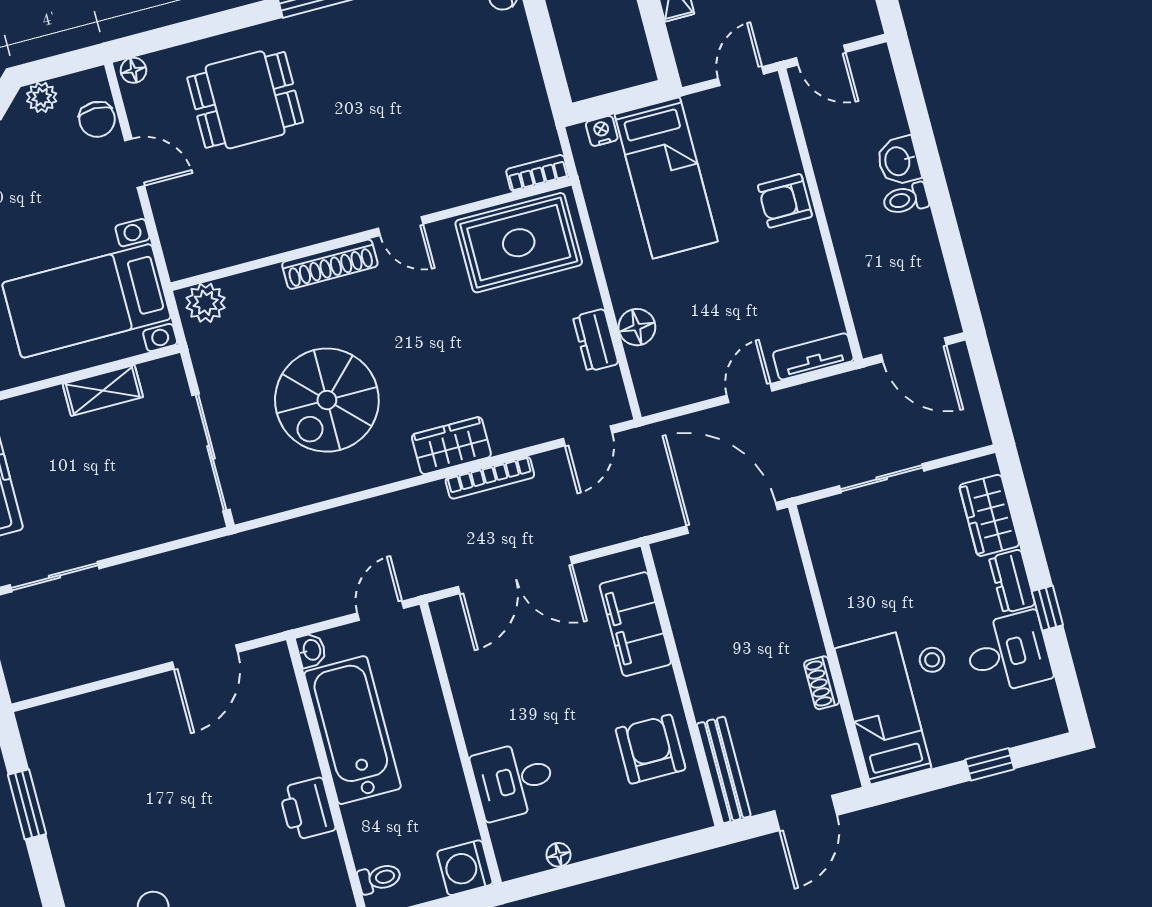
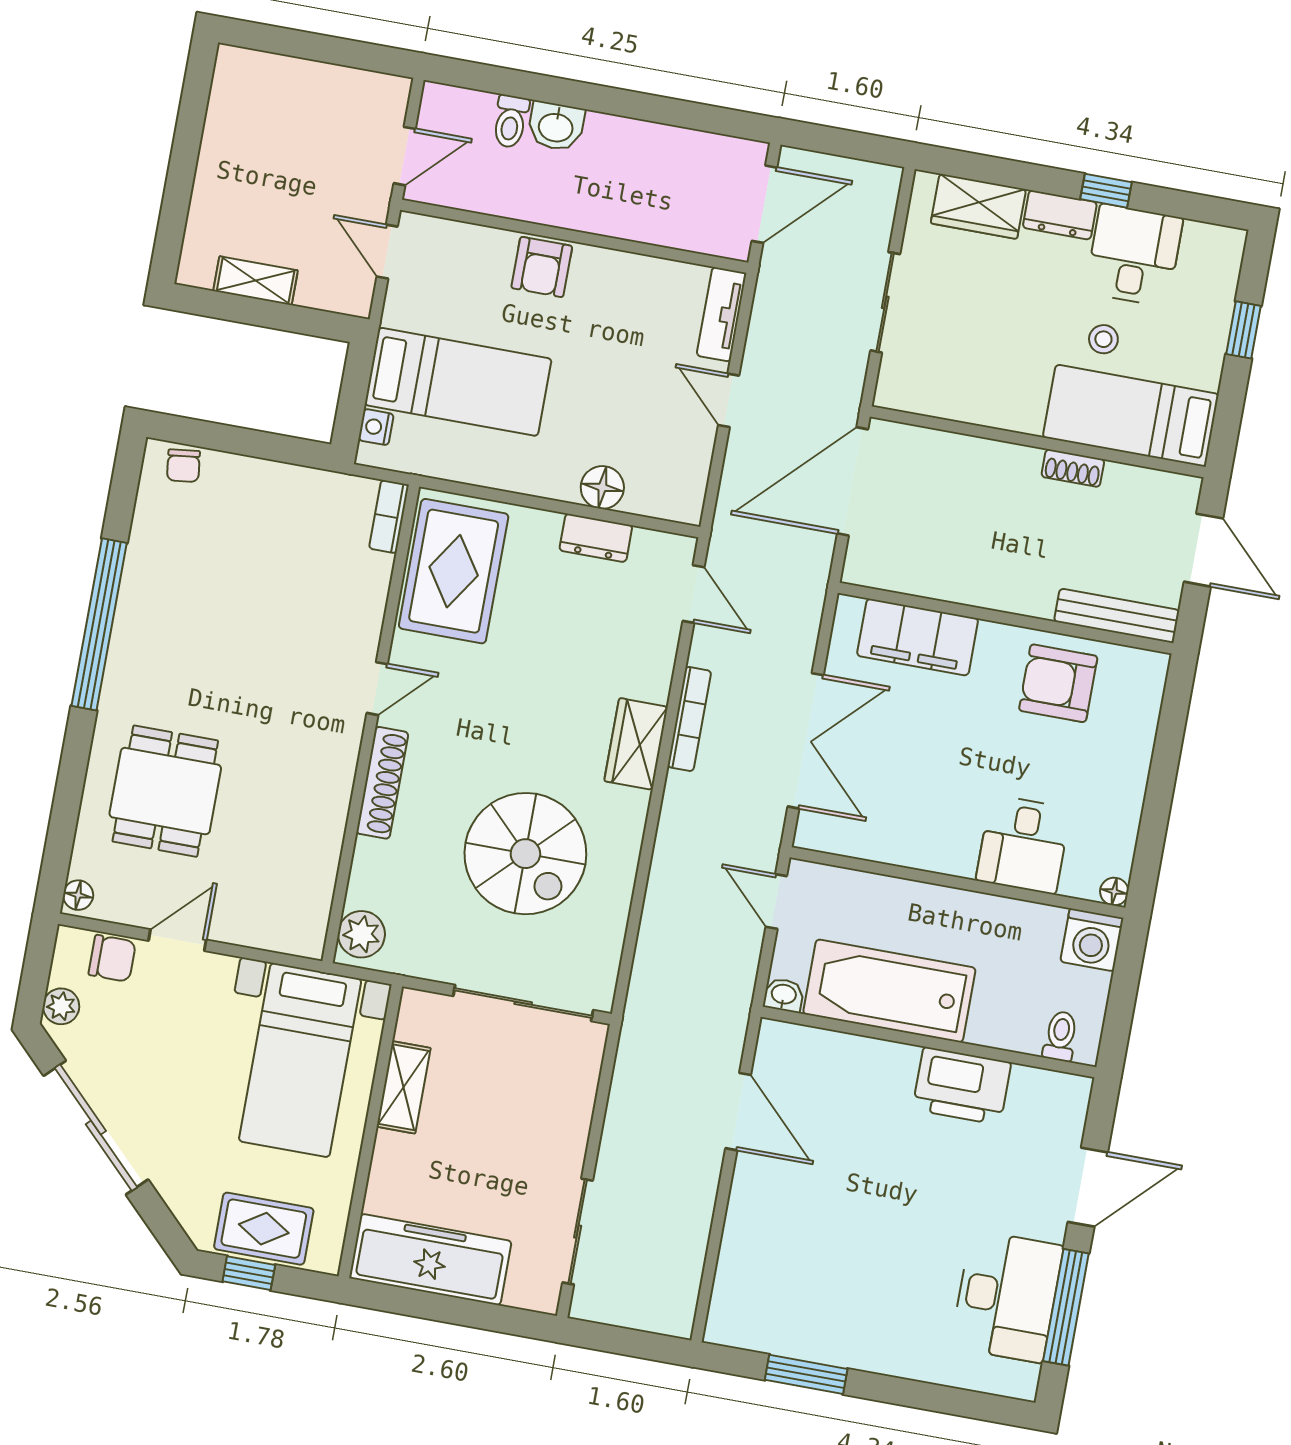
toilet: (906, 199) -> (511, 121), moved
printer: (307, 809) -> (962, 1086), width x1.37, depth x1.19
floor lamp: (558, 855) -> (1114, 892), moved

